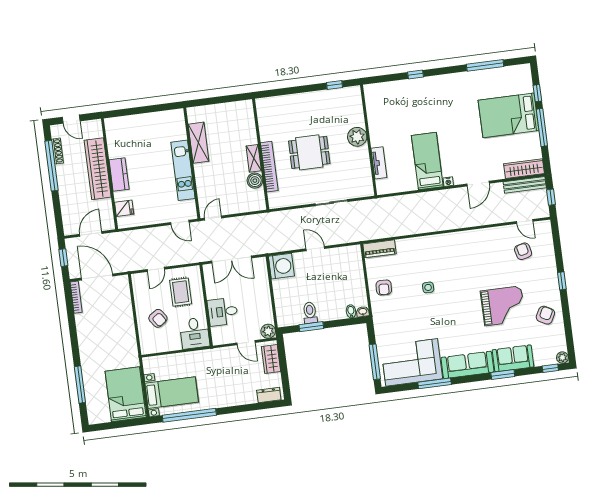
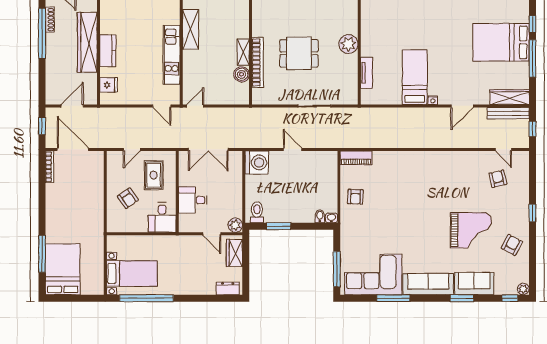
side table: (428, 287) -> (399, 202), removed
toilet: (310, 313) -> (257, 212), moved
bed: (126, 394) -> (63, 269), moved

